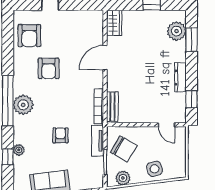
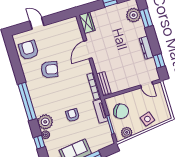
armchair: (29, 36) -> (29, 50), turned 180
armchair: (49, 68) -> (49, 70), turned -78
plant: (23, 105) -> (45, 122), moved

